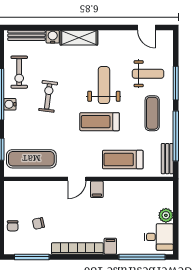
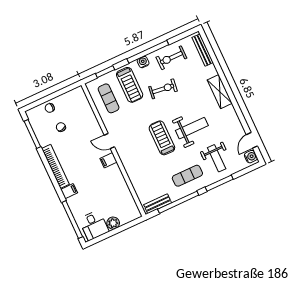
water cooler: (53, 37) -> (251, 157), moved
exercise mat: (31, 159) -> (109, 98), width x0.73, depth x0.69
treadmill: (123, 160) -> (130, 85), moved, turned 180

